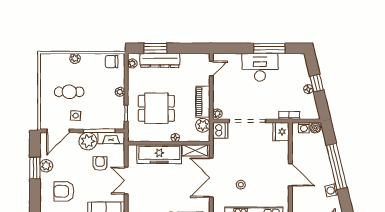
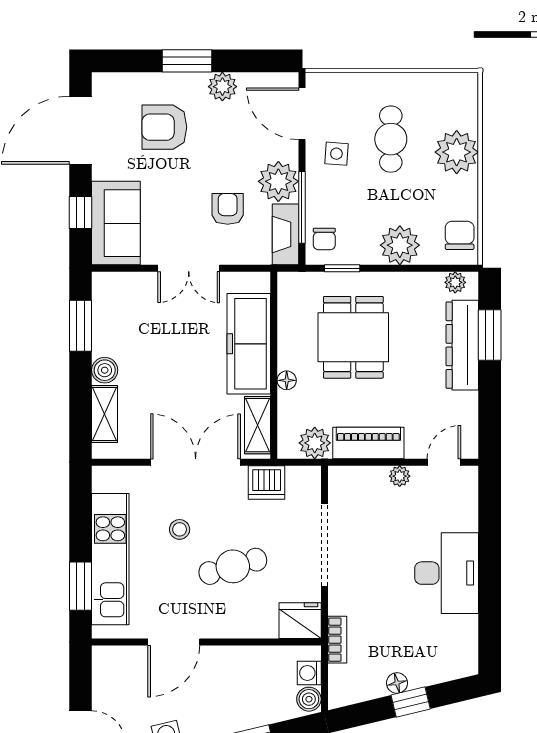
window: (269, 48) -> (490, 594), removed
plant: (75, 58) -> (457, 152), width x1.87, depth x1.87
door: (211, 68) -> (444, 462), swing flipped
plant: (120, 92) -> (400, 245), width x1.87, depth x1.87
plant: (217, 114) -> (400, 476), moved
chair: (113, 121) -> (324, 239), added
dishwasher: (220, 130) -> (267, 483), moved
cafe table: (257, 161) -> (233, 566), added
armchair: (100, 164) -> (228, 209), turned -90
window: (35, 168) -> (187, 61), moved
door: (290, 175) -> (174, 642), moved
double door: (126, 181) -> (189, 268), swing flipped
armchair: (64, 191) -> (164, 127), turned -90

